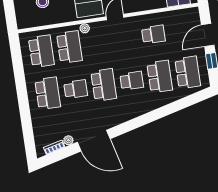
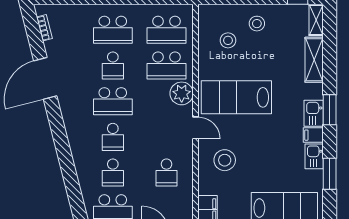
plant: (85, 28) -> (182, 93), width x1.87, depth x1.87
school desk: (160, 77) -> (113, 173), width x0.54
plant: (68, 140) -> (50, 47), removed

